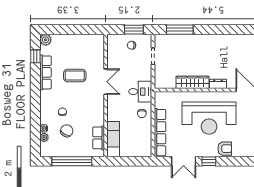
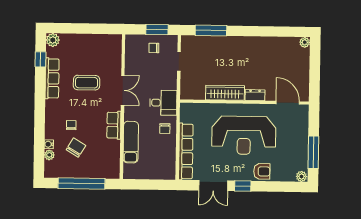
row of seats: (99, 138) -> (114, 125), moved
exam couch: (113, 139) -> (131, 142), moved

